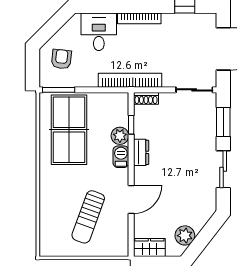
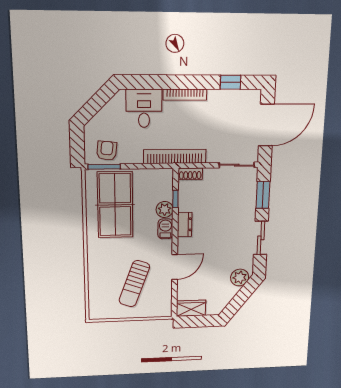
armchair: (61, 59) -> (107, 151), moved
plant: (185, 235) -> (240, 277), moved

